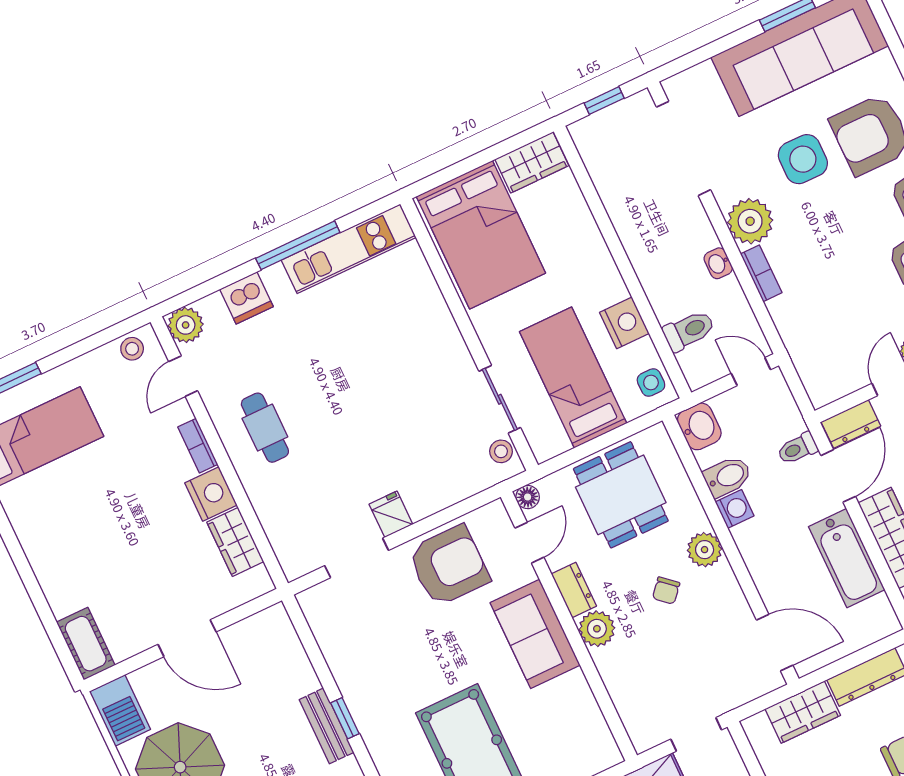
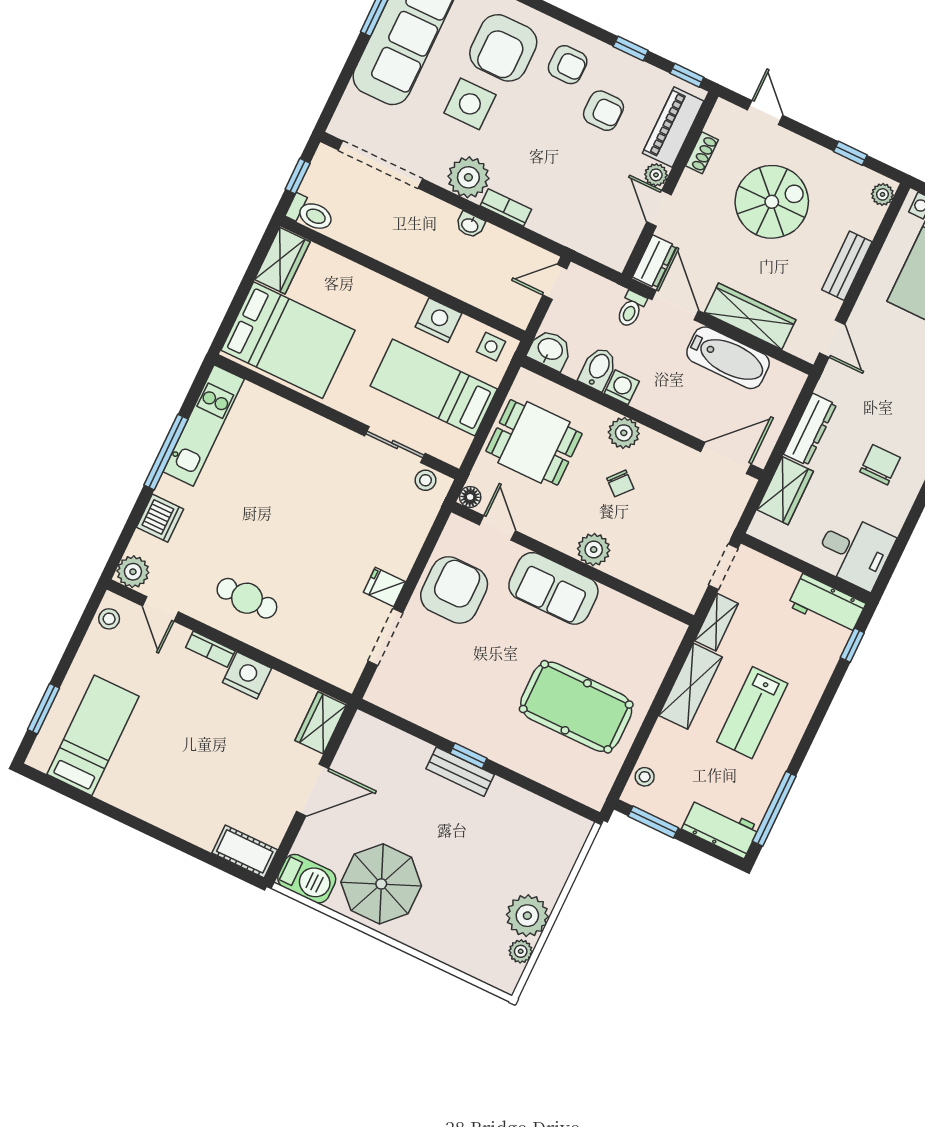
toilet: (689, 331) -> (310, 214), moved, turned 90
wardrobe: (235, 542) -> (321, 723), moved, turned 90
dresser: (574, 590) -> (555, 536), removed

